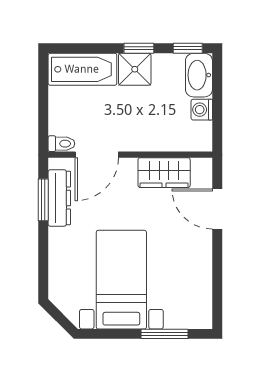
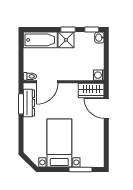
washbasin: (199, 75) -> (99, 38), width x0.52, depth x0.69
washing machine: (202, 110) -> (99, 75), moved
wardrobe: (164, 173) -> (91, 91), moved

